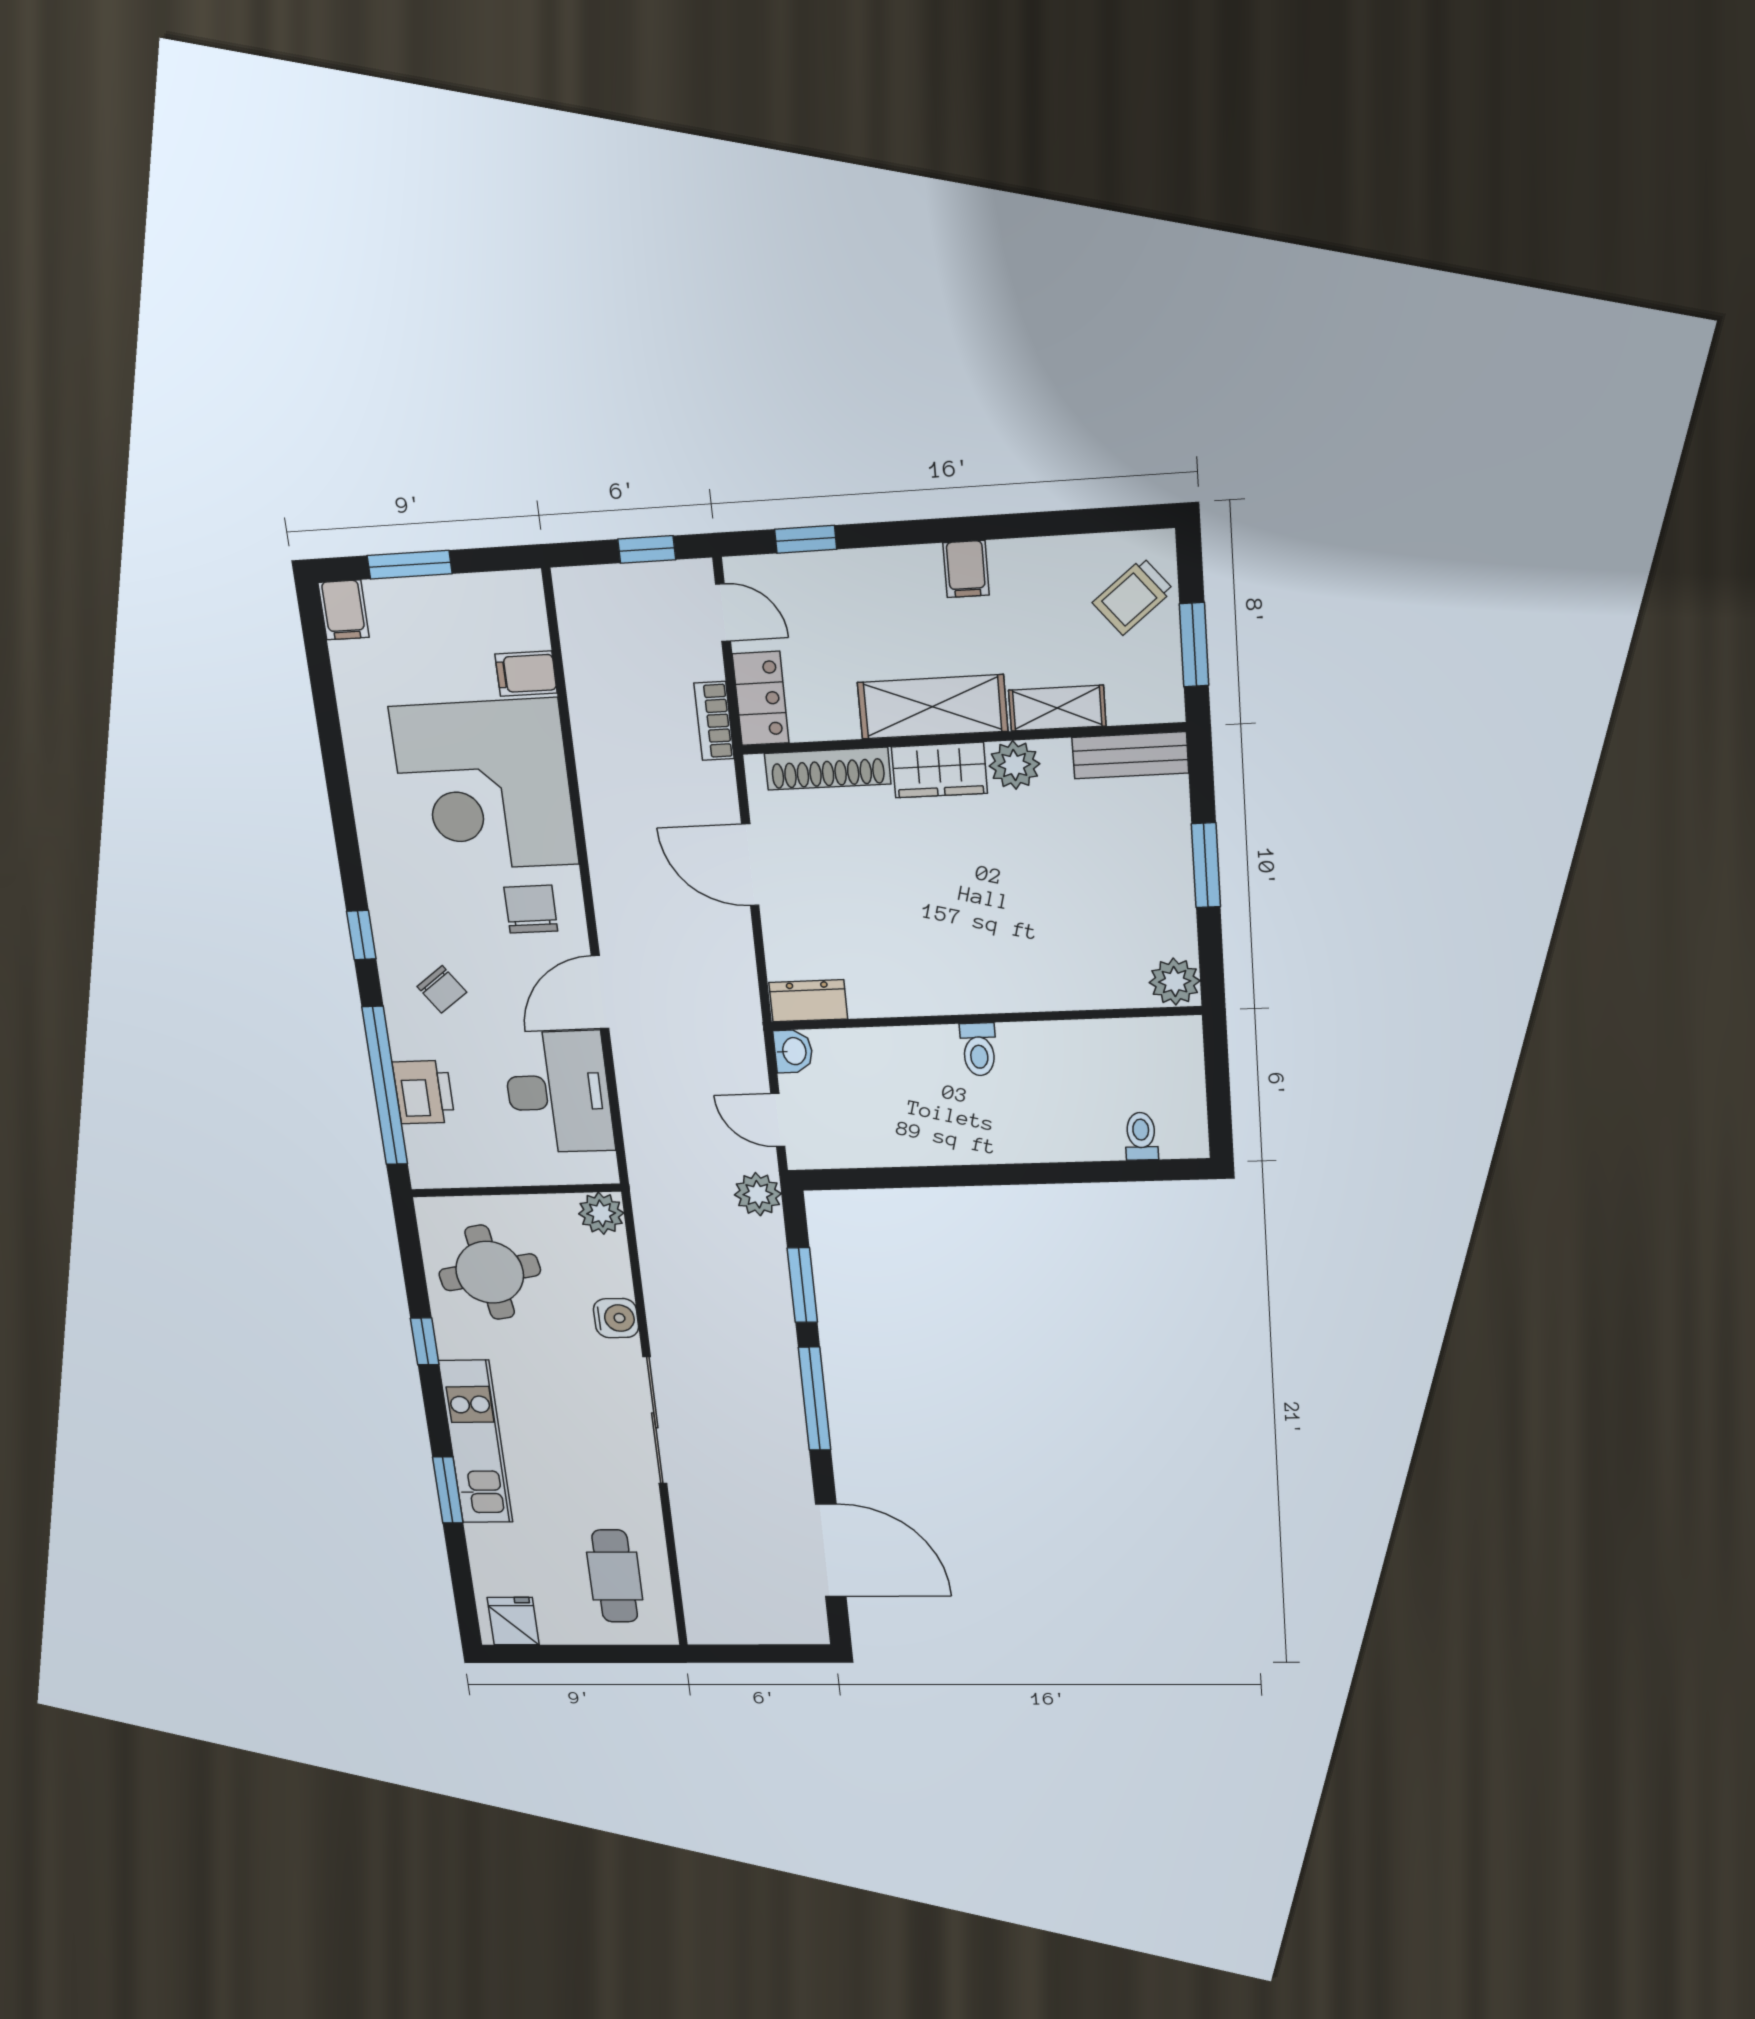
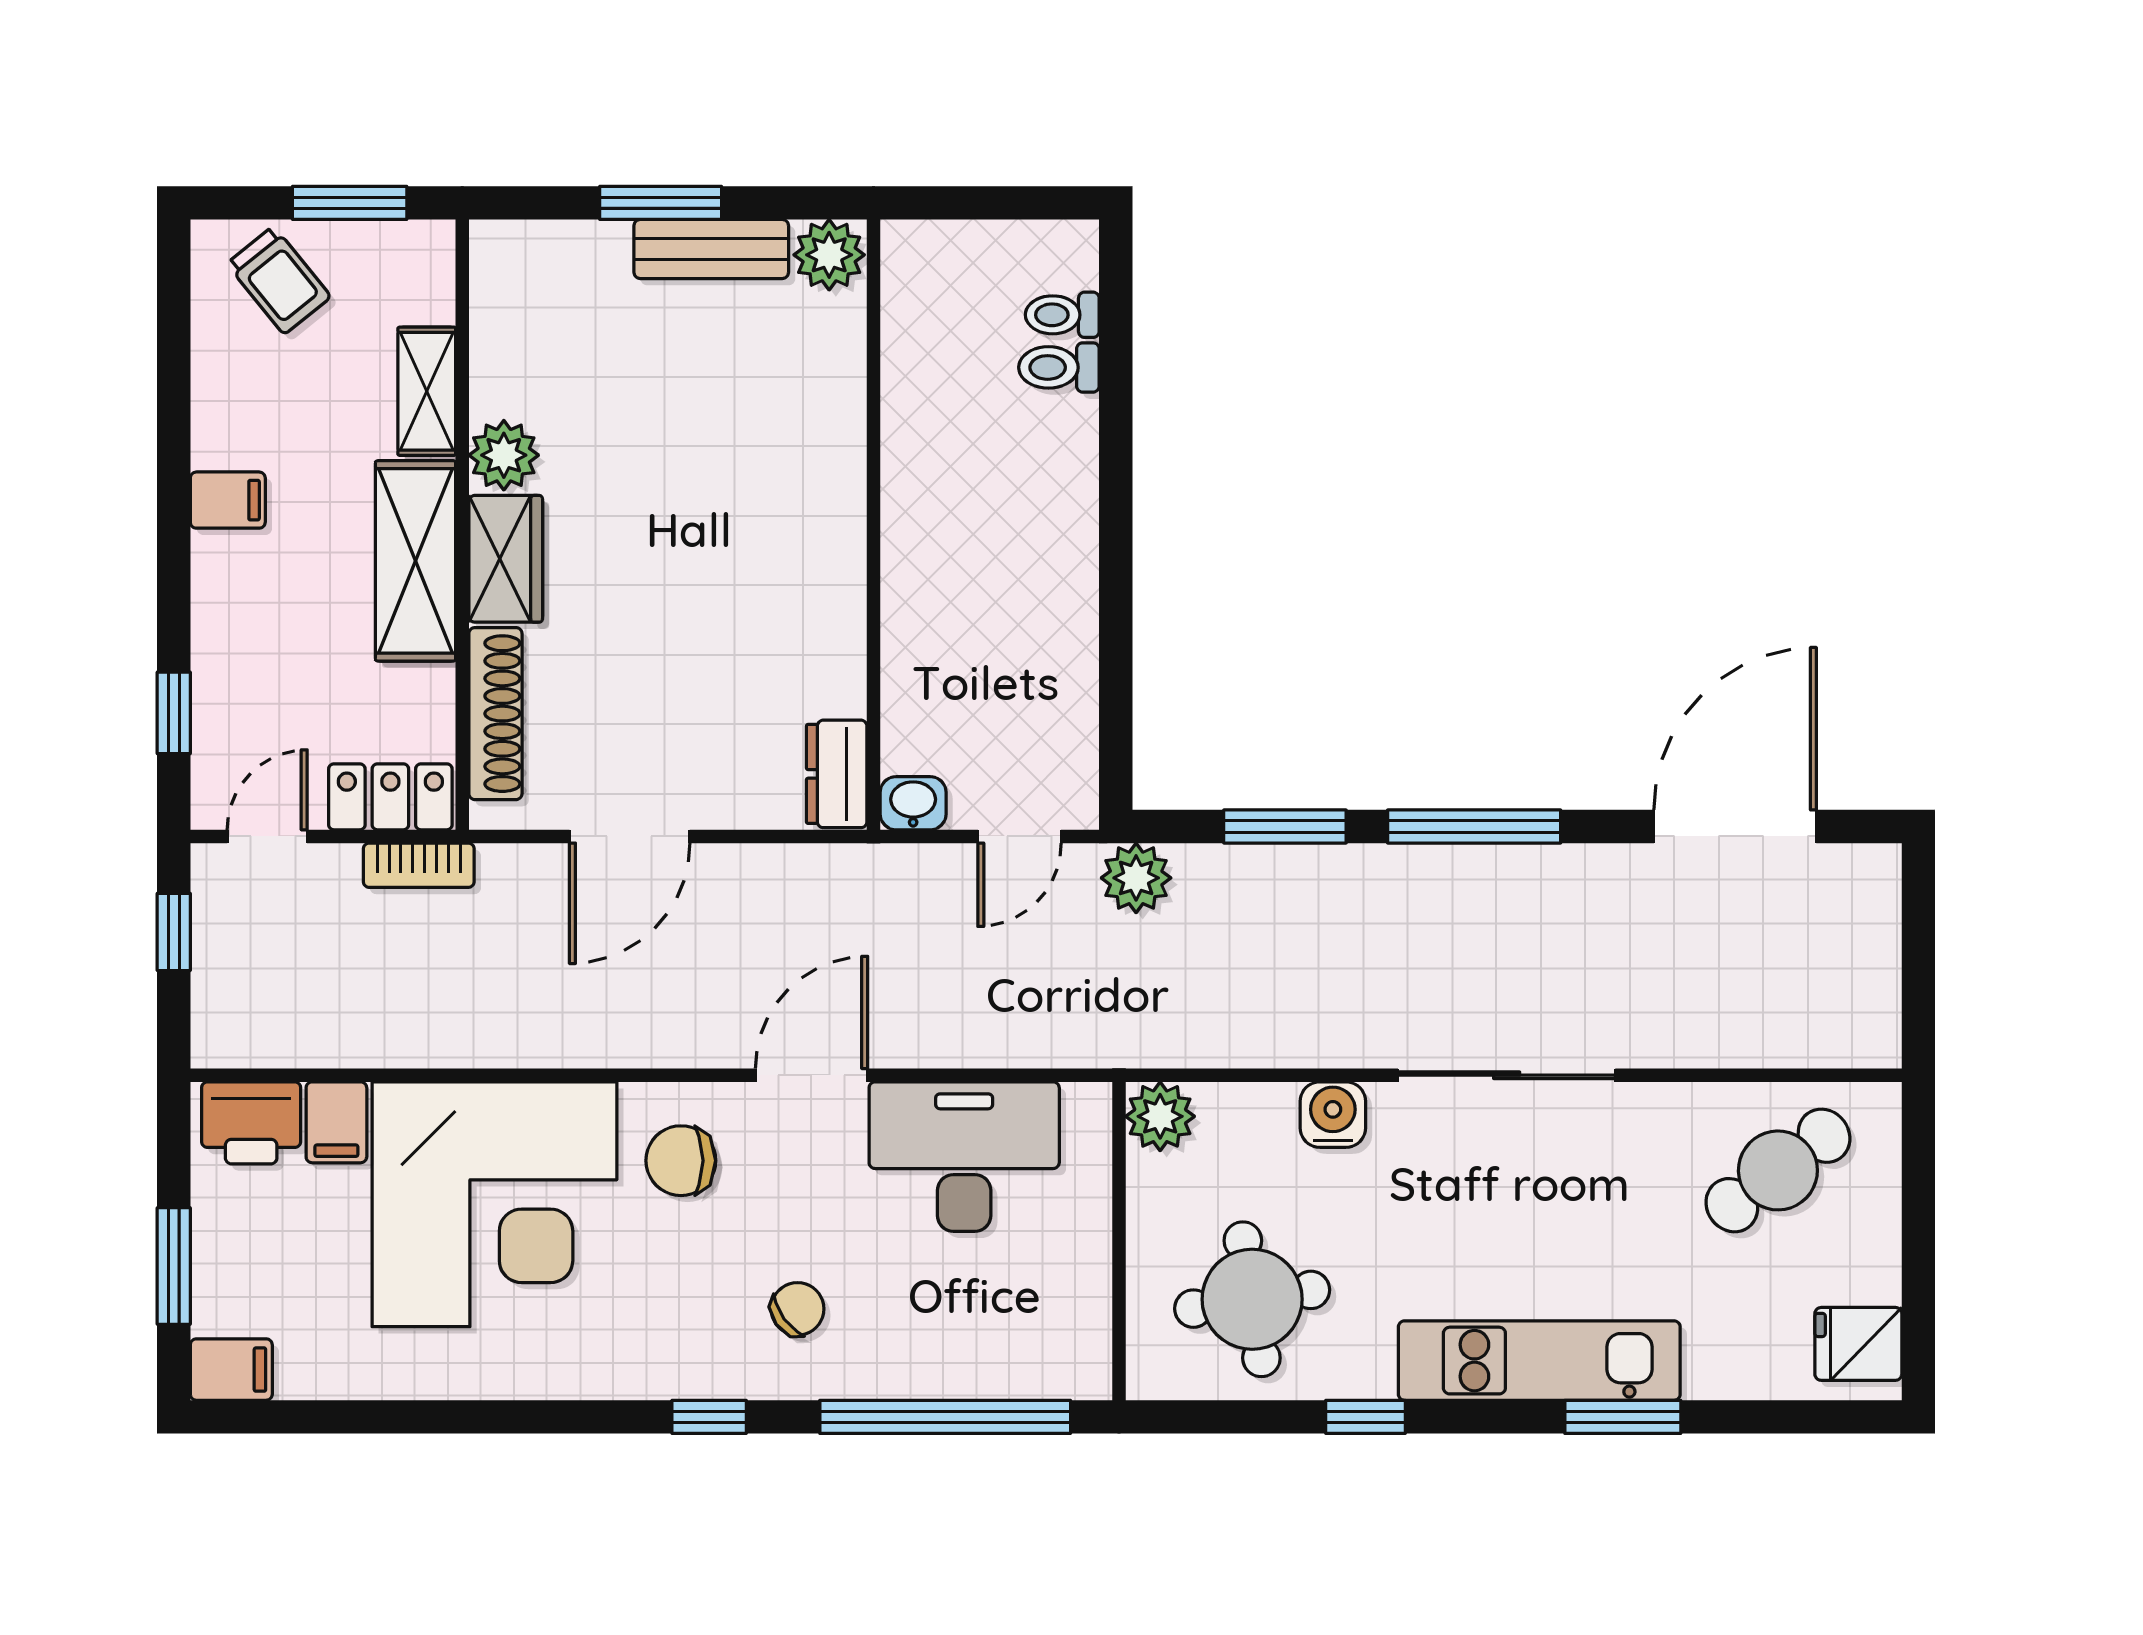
bench: (1130, 755) -> (711, 249), moved, turned 90
door: (600, 992) -> (812, 1075), swing flipped
toilet: (979, 1049) -> (1059, 367), moved, turned 180
printer: (424, 1092) -> (251, 1123), moved, turned 180
cafe table: (615, 1576) -> (1778, 1170), turned -37

